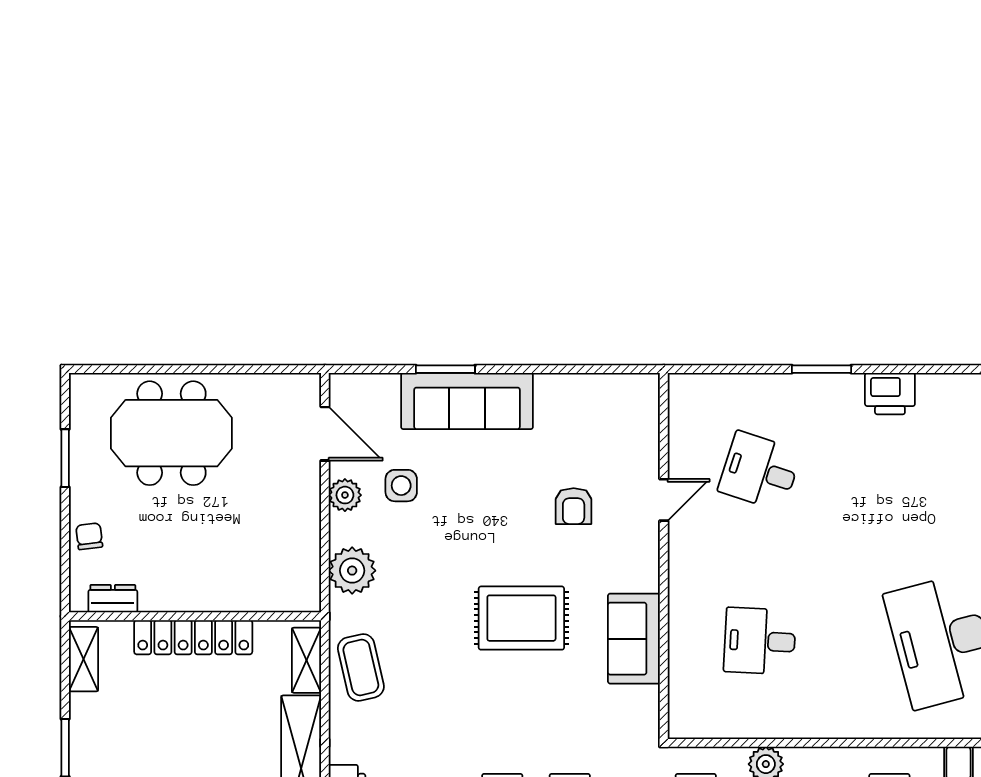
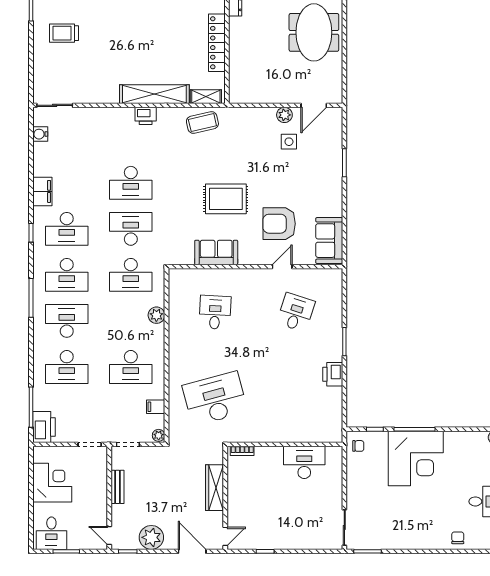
sofa: (467, 401) -> (329, 241), moved, width x0.73
door: (664, 500) -> (282, 267), swing flipped
armchair: (574, 506) -> (279, 224), width x1.88, depth x1.88
plant: (352, 571) -> (249, 118), removed
rug: (521, 618) -> (226, 199), turned 90

